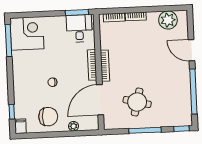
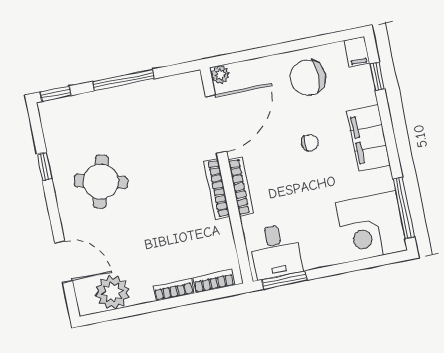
door: (192, 50) -> (64, 262), moved
filing cabinet: (21, 80) -> (369, 138), added
window: (193, 92) -> (44, 166), width x0.32
round table: (137, 102) -> (101, 182), moved
plant: (74, 126) -> (220, 75), moved

